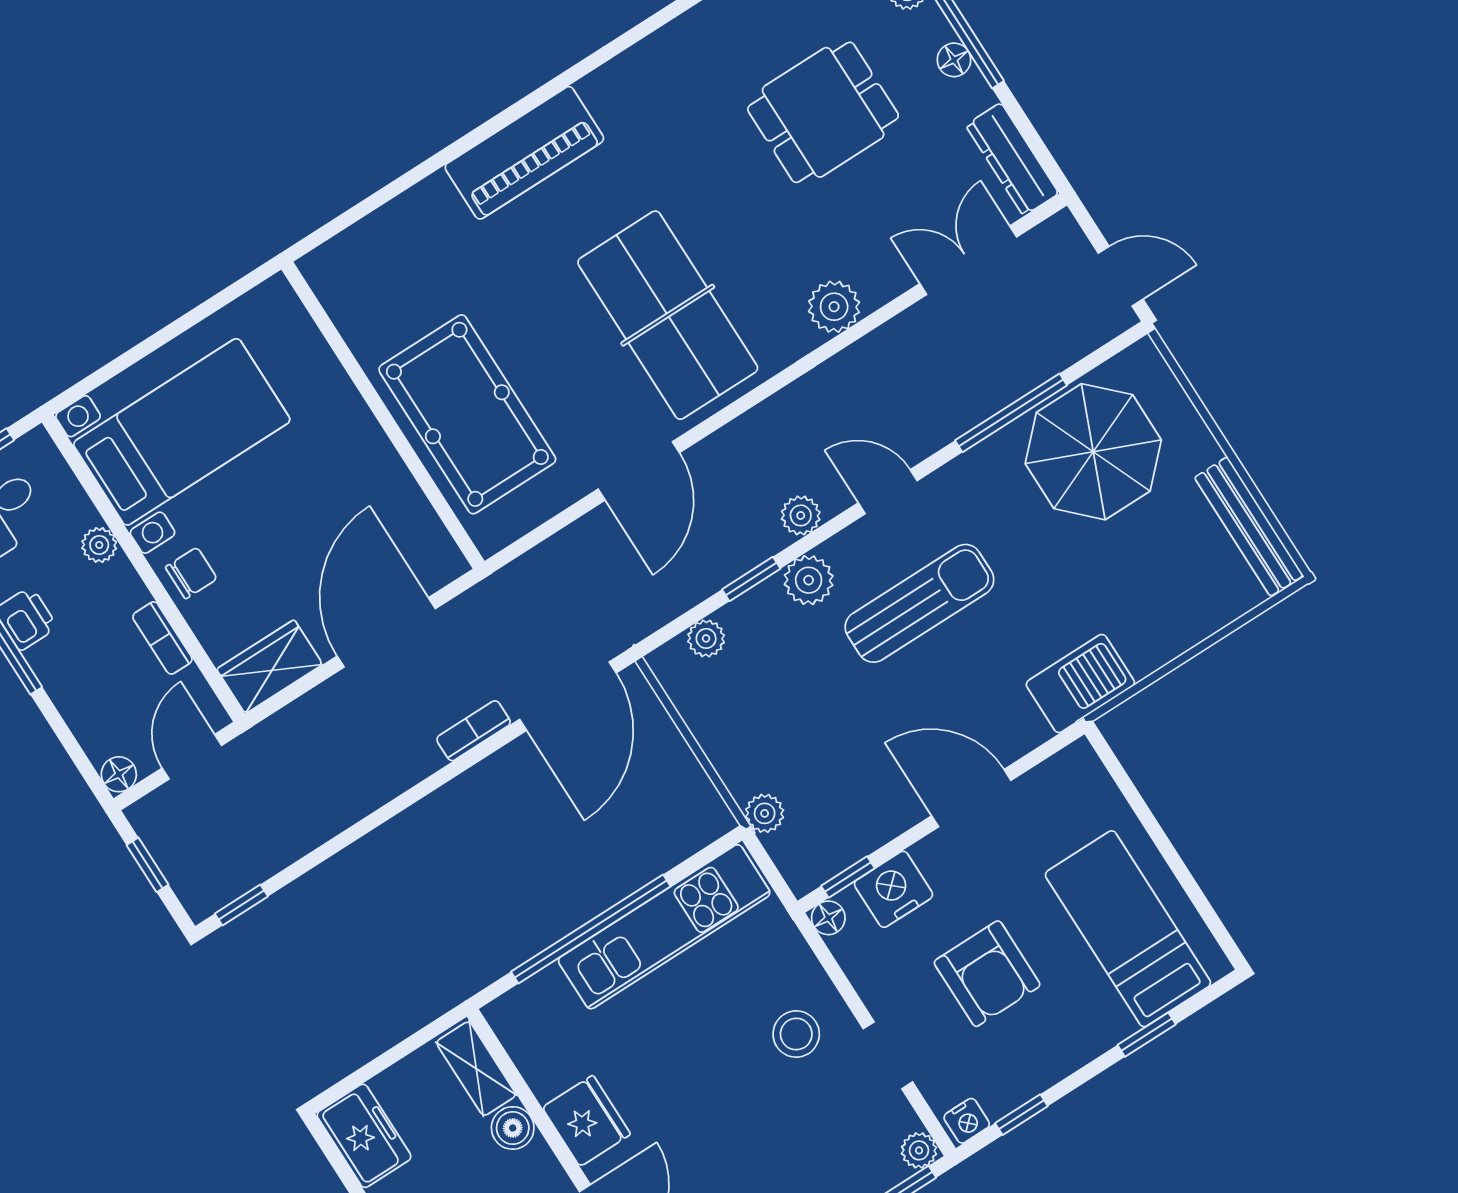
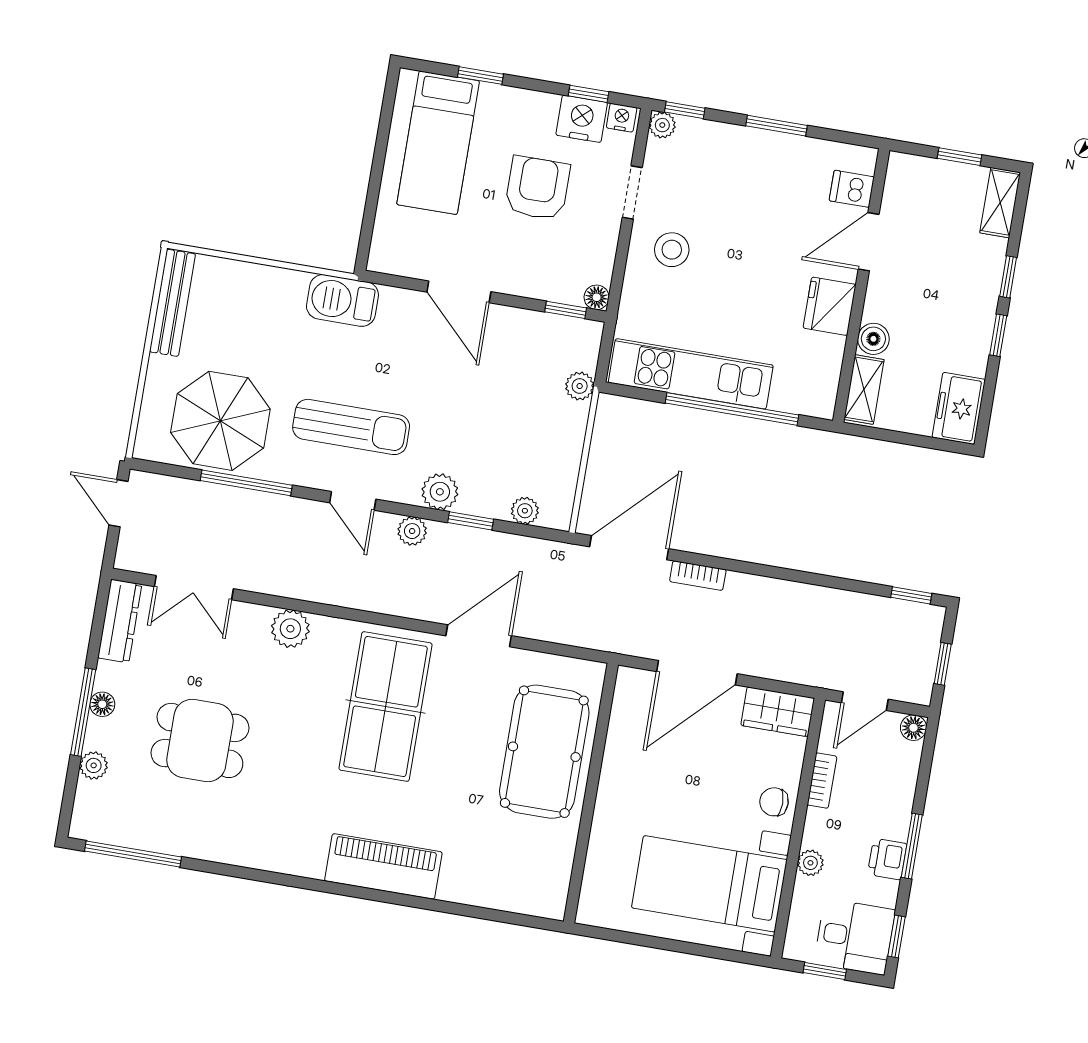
sun lounger: (919, 603) -> (351, 427), moved, turned 180
nightstand: (893, 889) -> (582, 119), moved, turned 180

